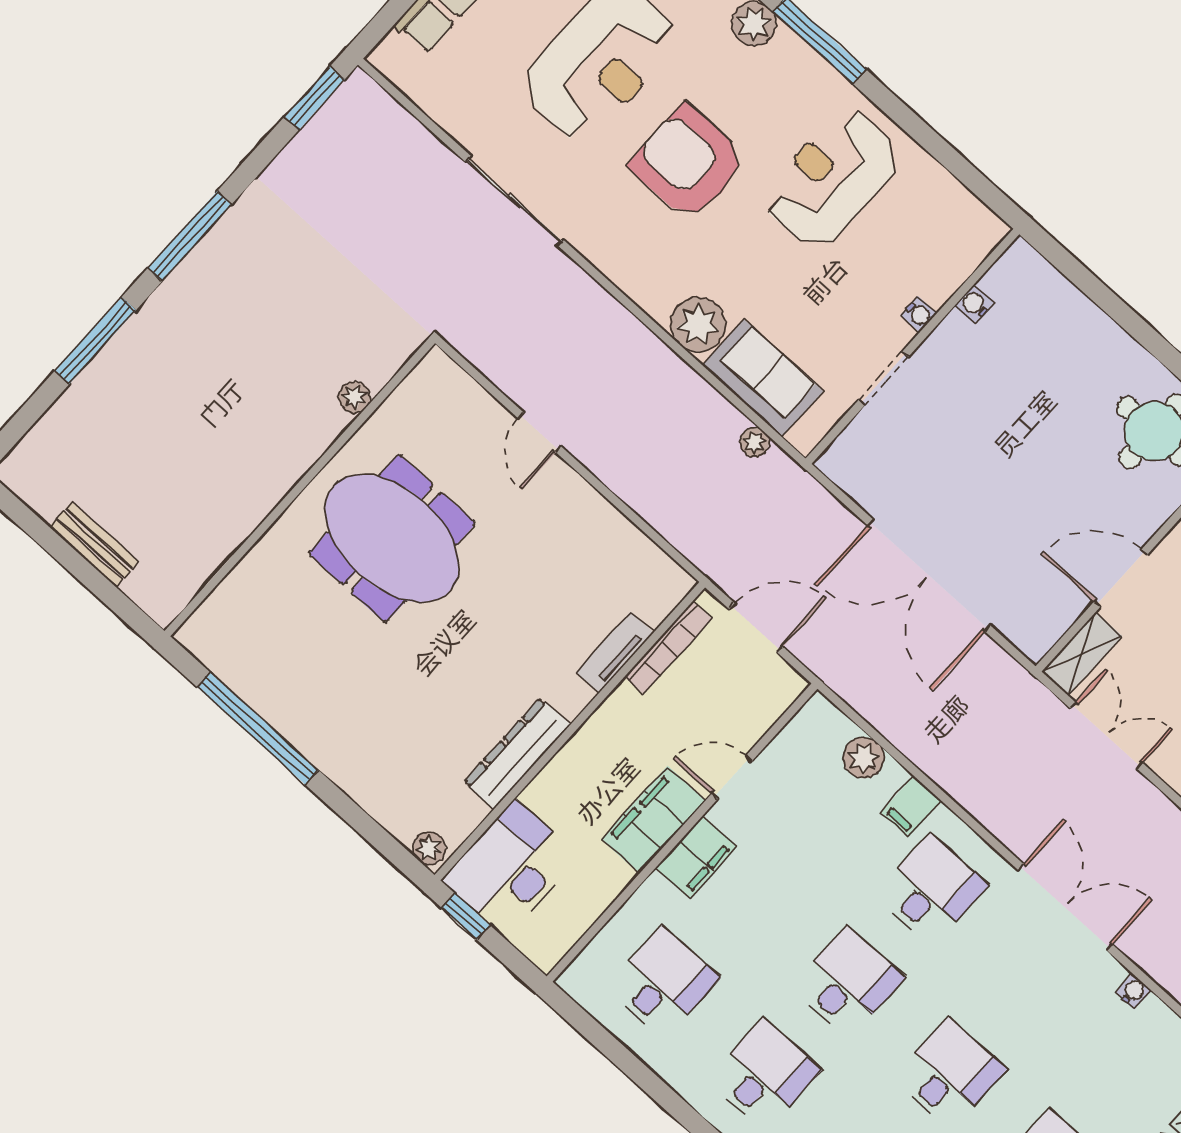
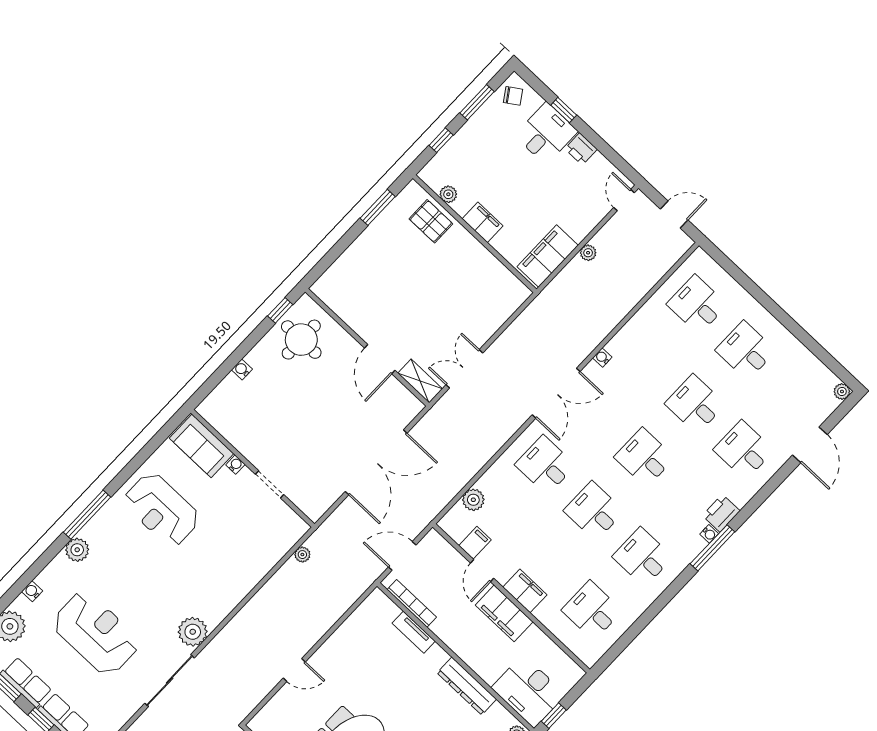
armchair: (688, 163) -> (151, 587), removed
water cooler: (975, 304) -> (242, 369), moved, turned 90
plant: (698, 325) -> (193, 632), moved
sofa: (763, 378) -> (202, 446), moved, turned -90
door: (756, 628) -> (402, 556), hinge flipped
filing cabinet: (911, 807) -> (475, 543), moved, turned -90
double door: (1065, 907) -> (556, 393), swing flipped

